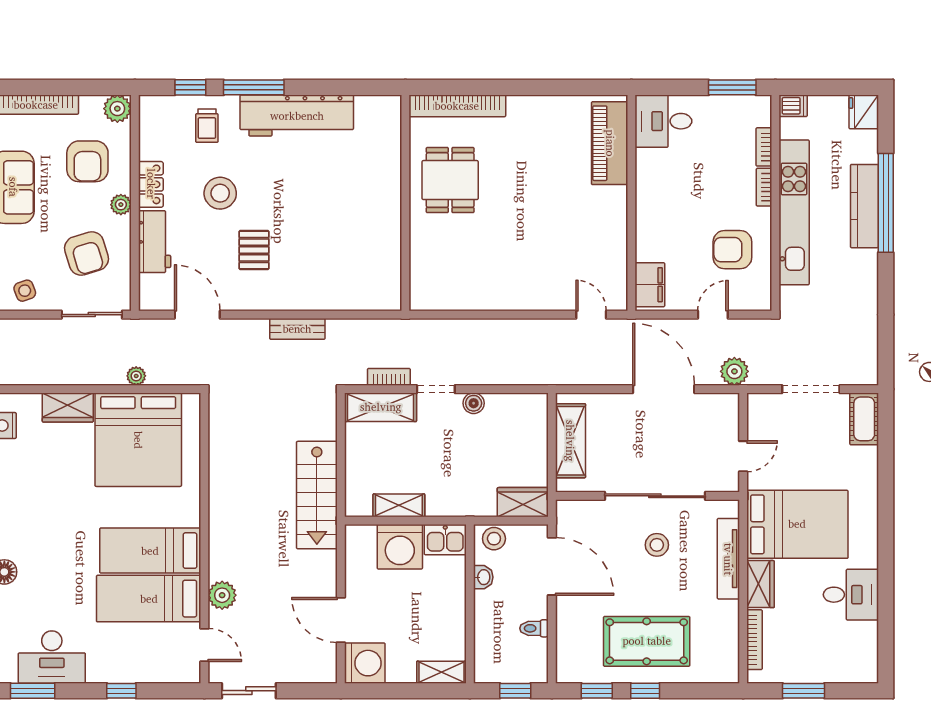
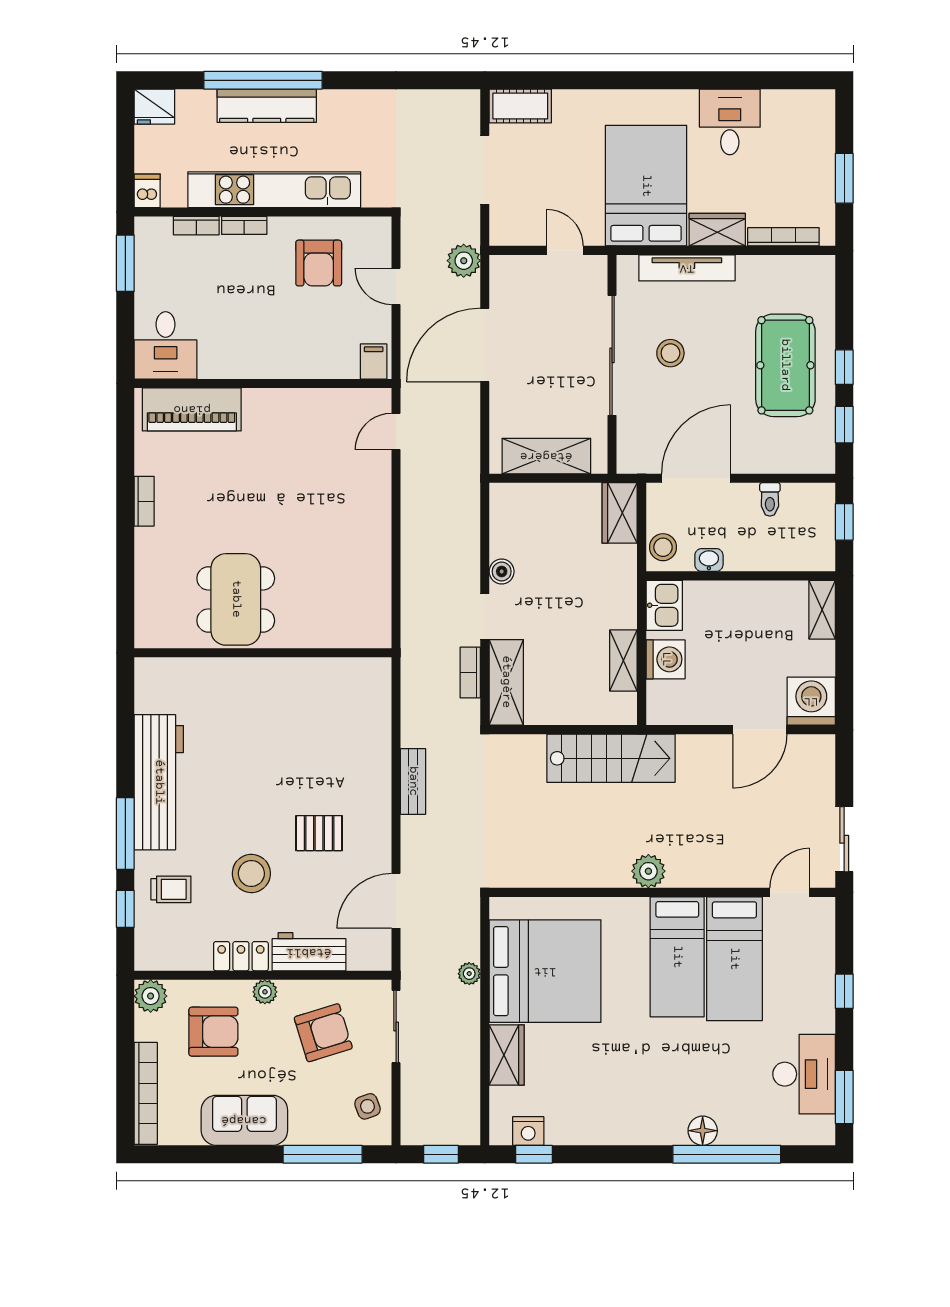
bookcase: (457, 106) -> (144, 501), moved, width x0.43, depth x0.76
dining table: (450, 180) -> (236, 599), width x1.38
filing cabinet: (650, 285) -> (374, 362), width x0.50
washing machine: (400, 547) -> (666, 659), width x0.73, depth x0.73
plant: (222, 595) -> (648, 871), moved

